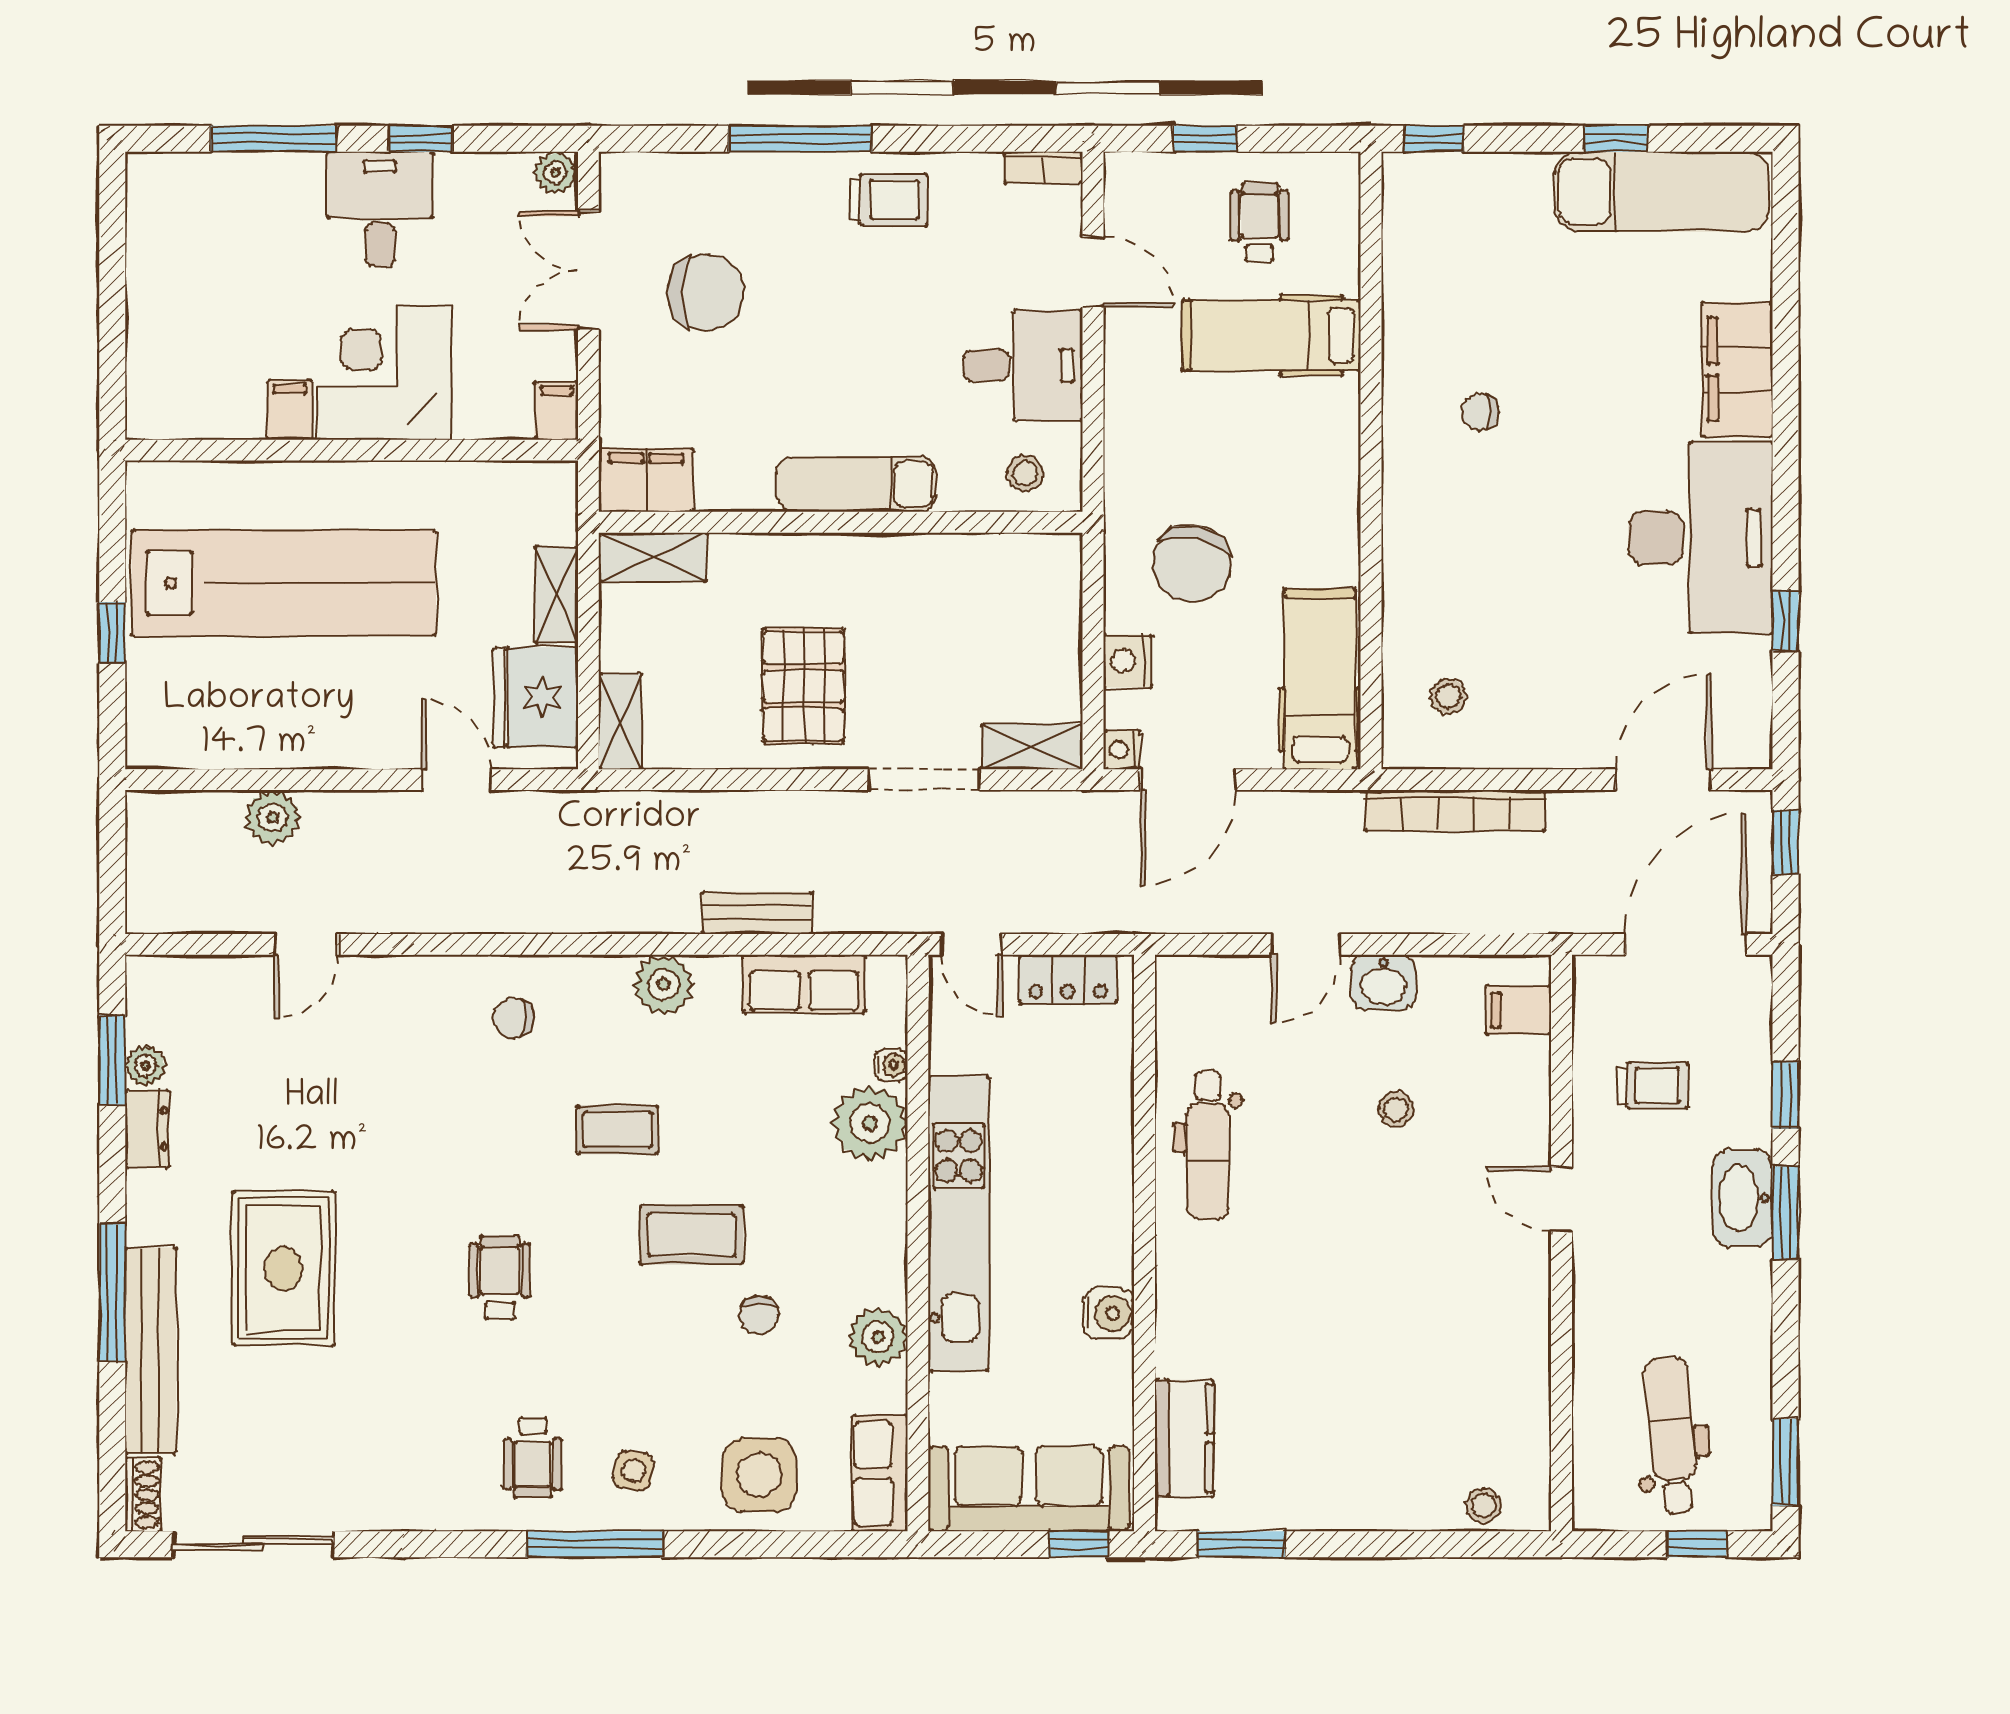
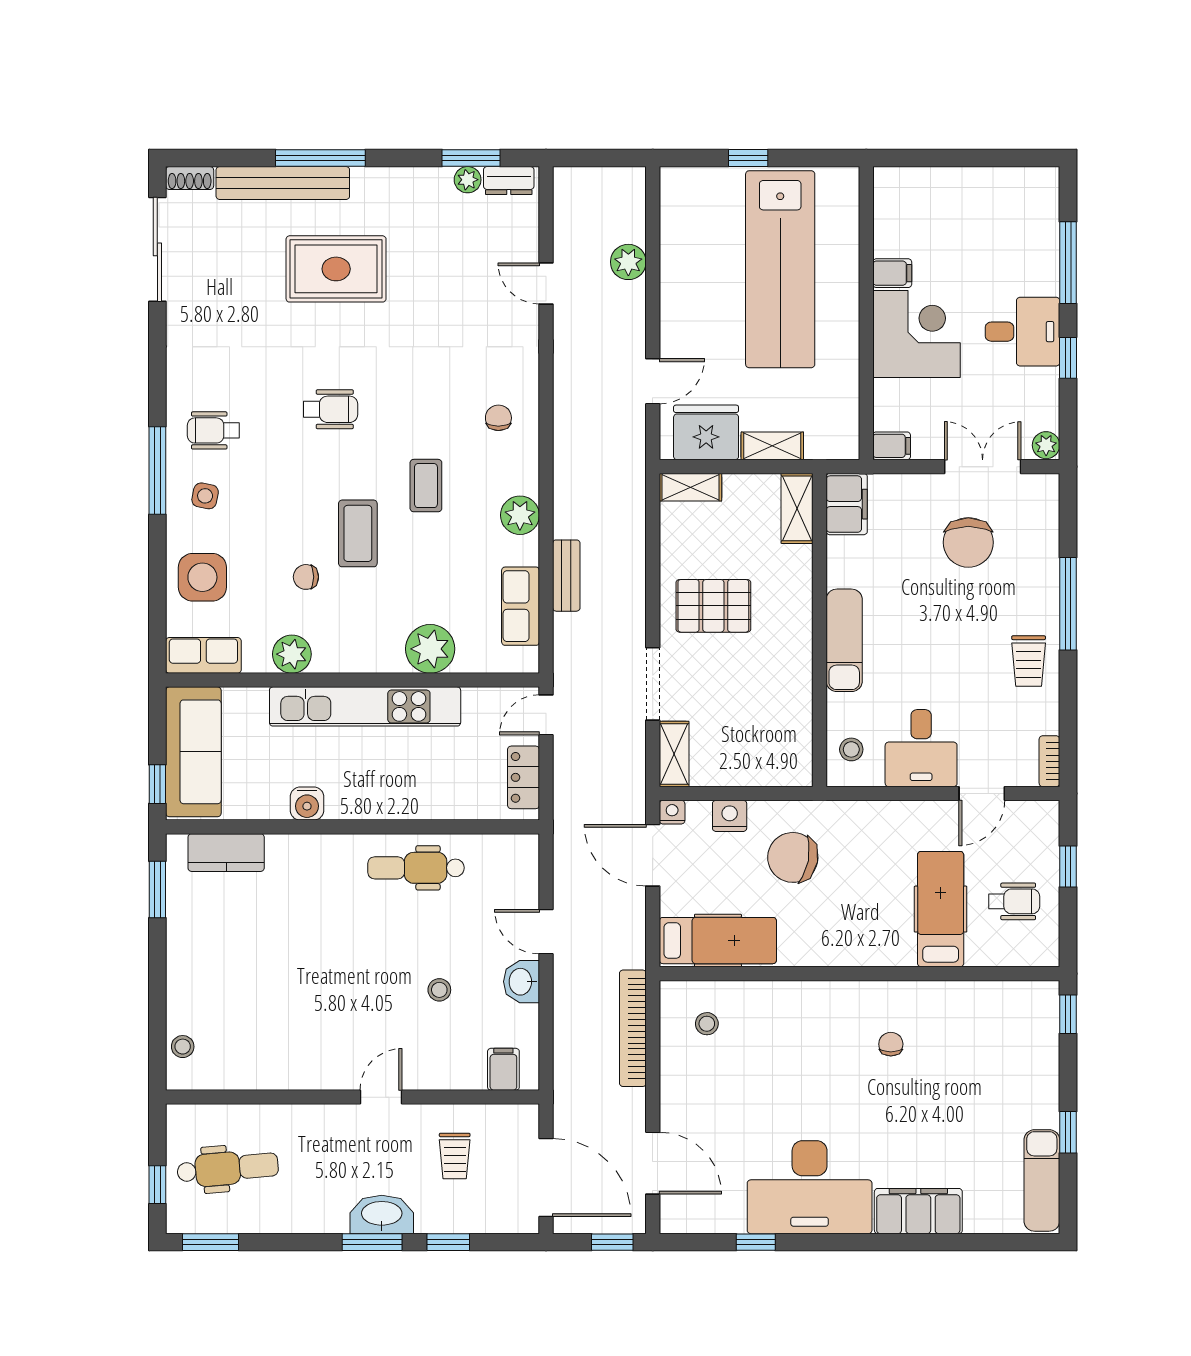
exam couch: (1662, 192) -> (1042, 1180), width x0.73, depth x0.69
water cooler: (891, 1065) -> (468, 663), removed
dresser: (147, 1129) -> (509, 181), moved

